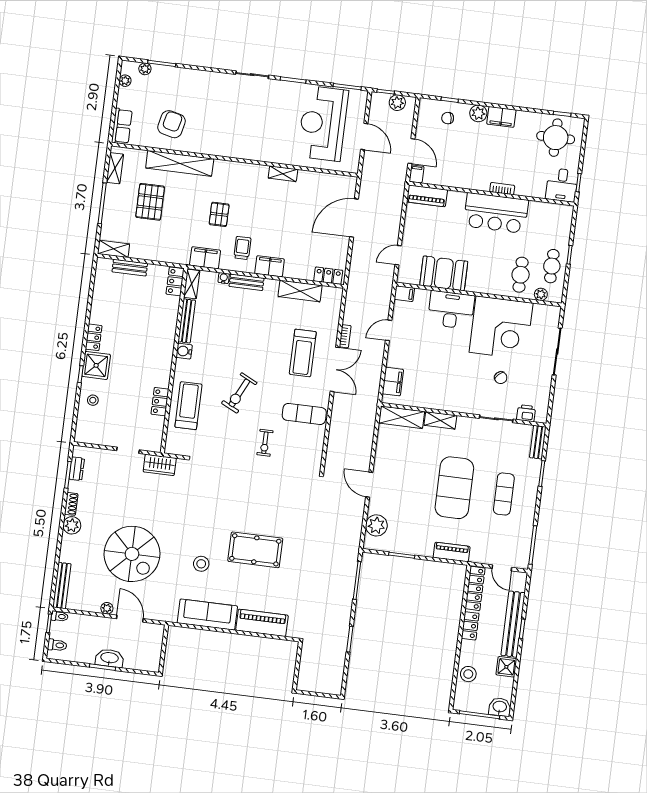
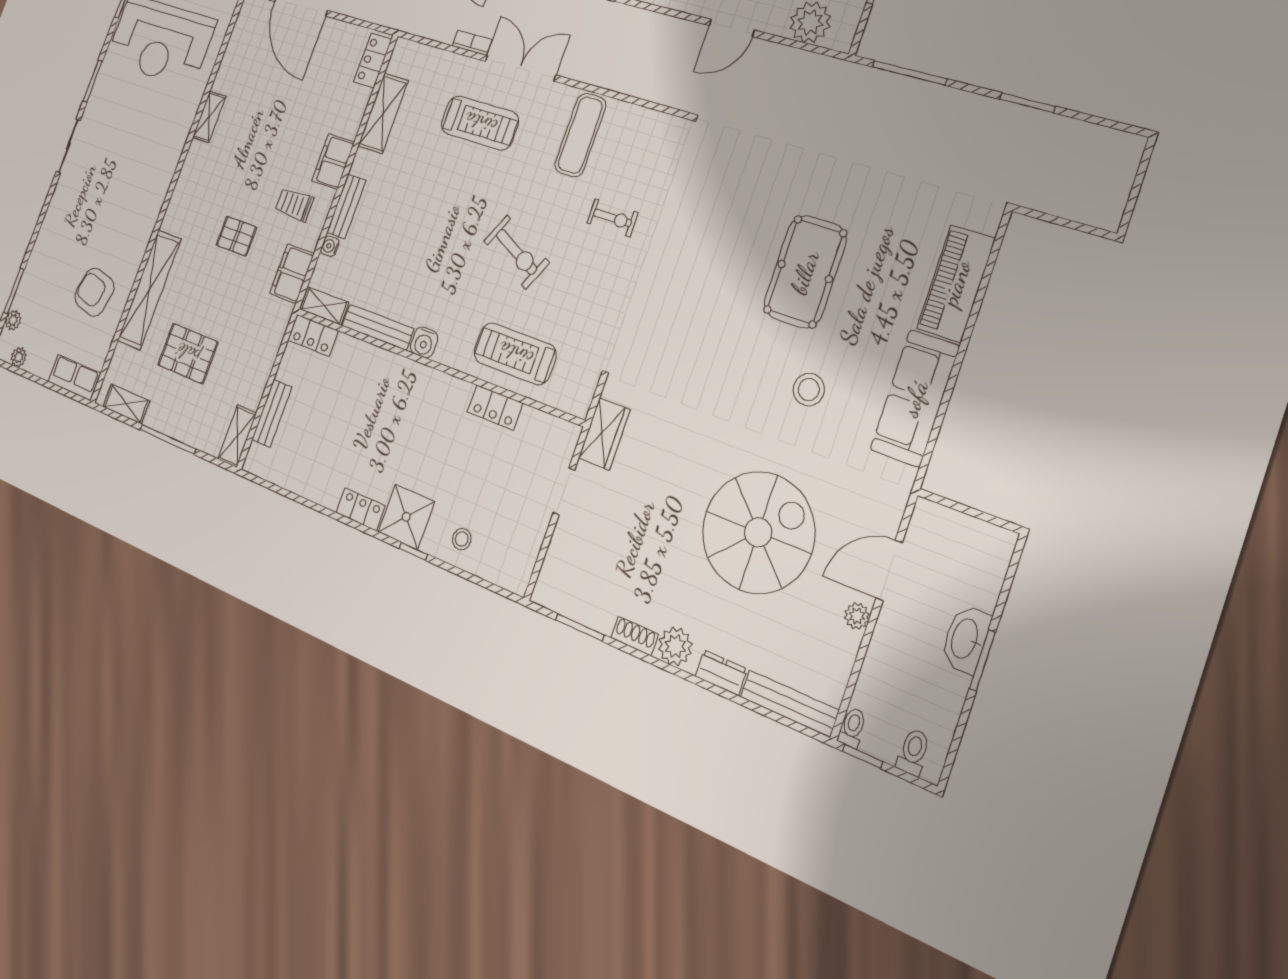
dresser: (77, 469) -> (721, 673), moved

